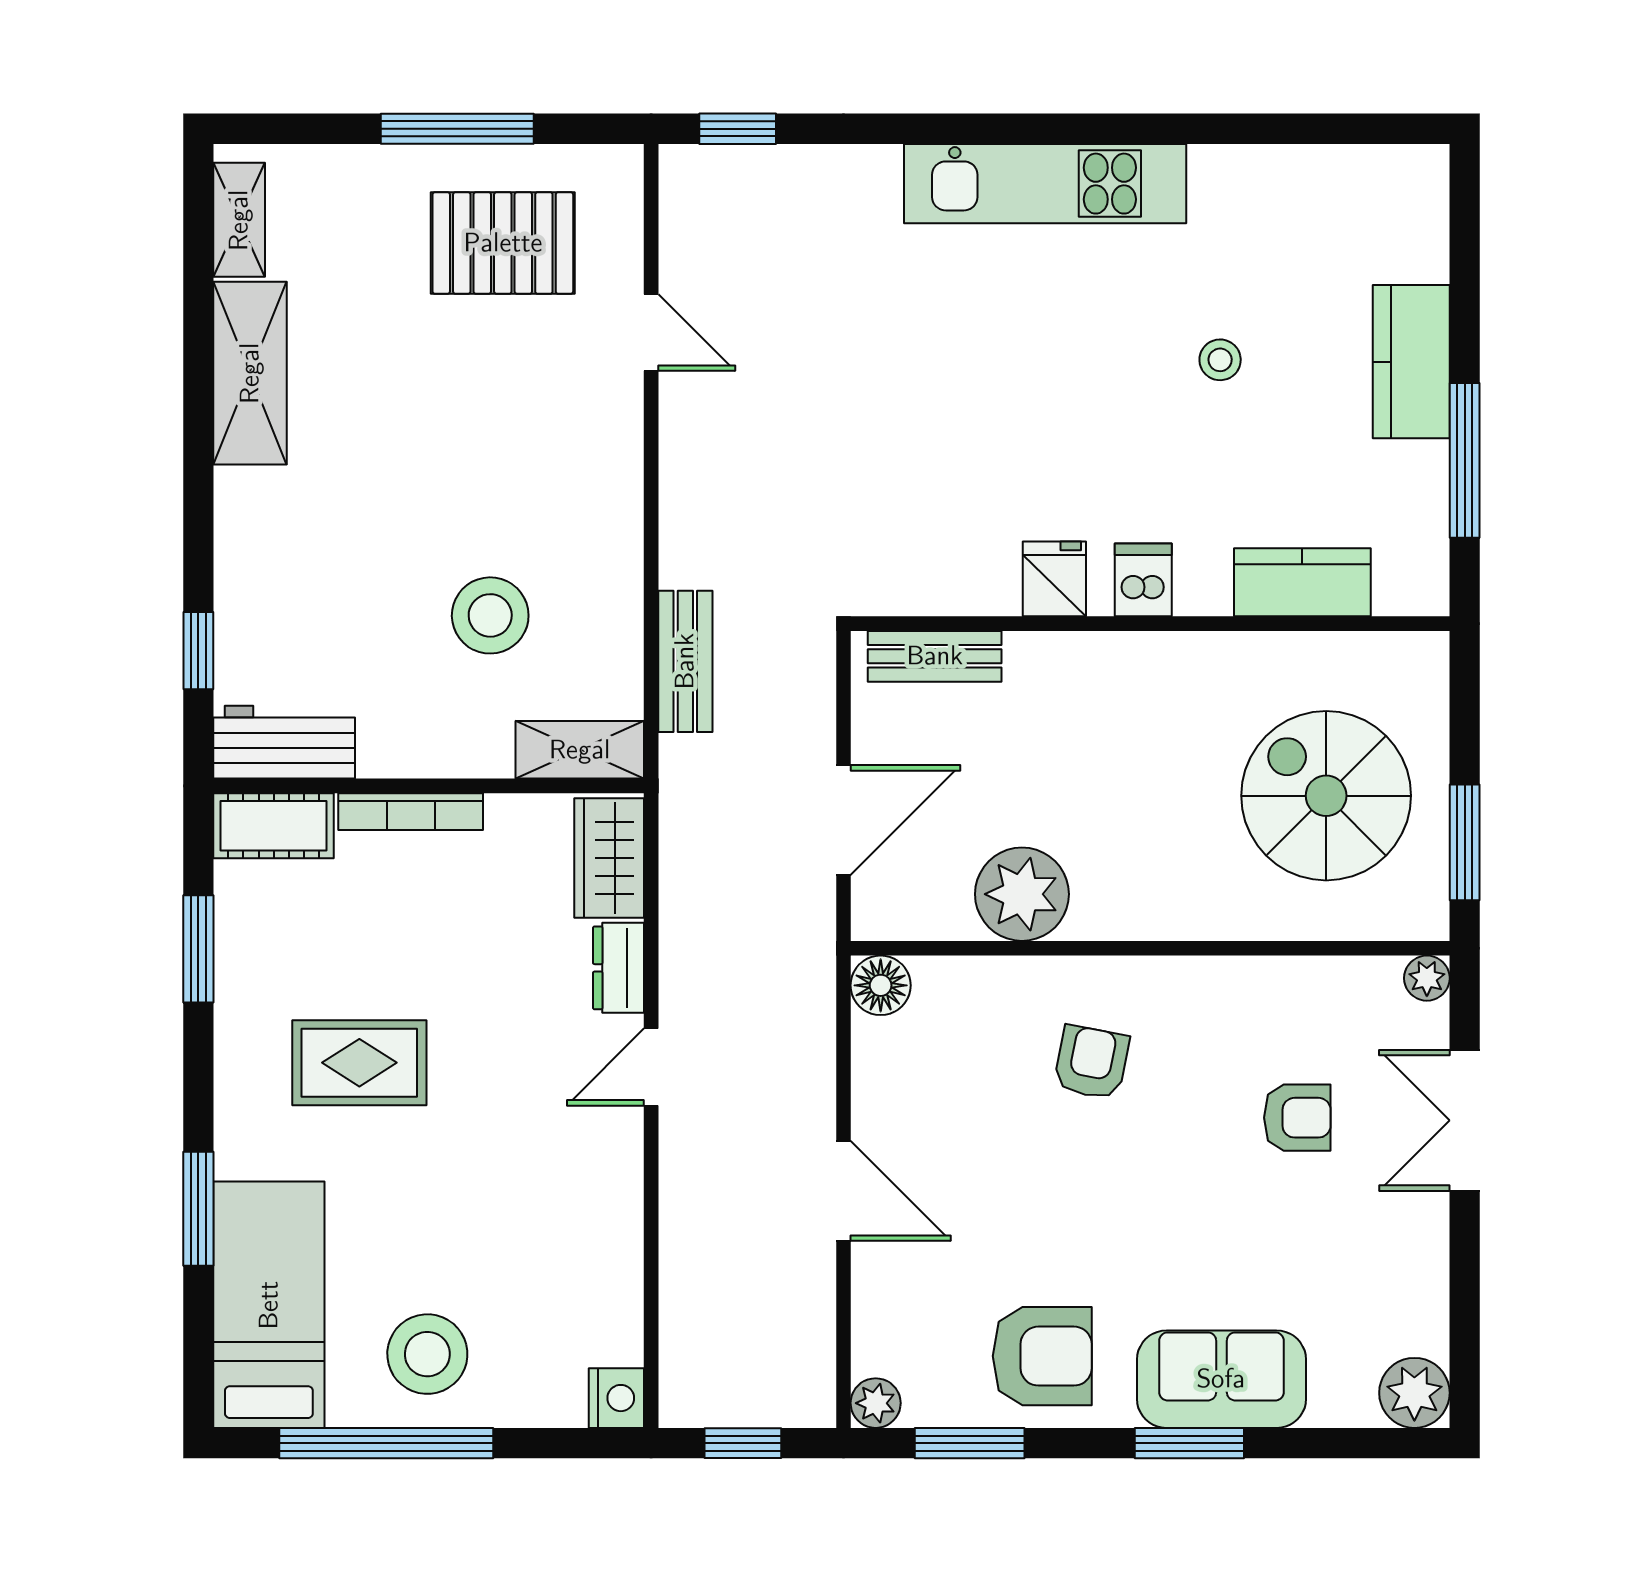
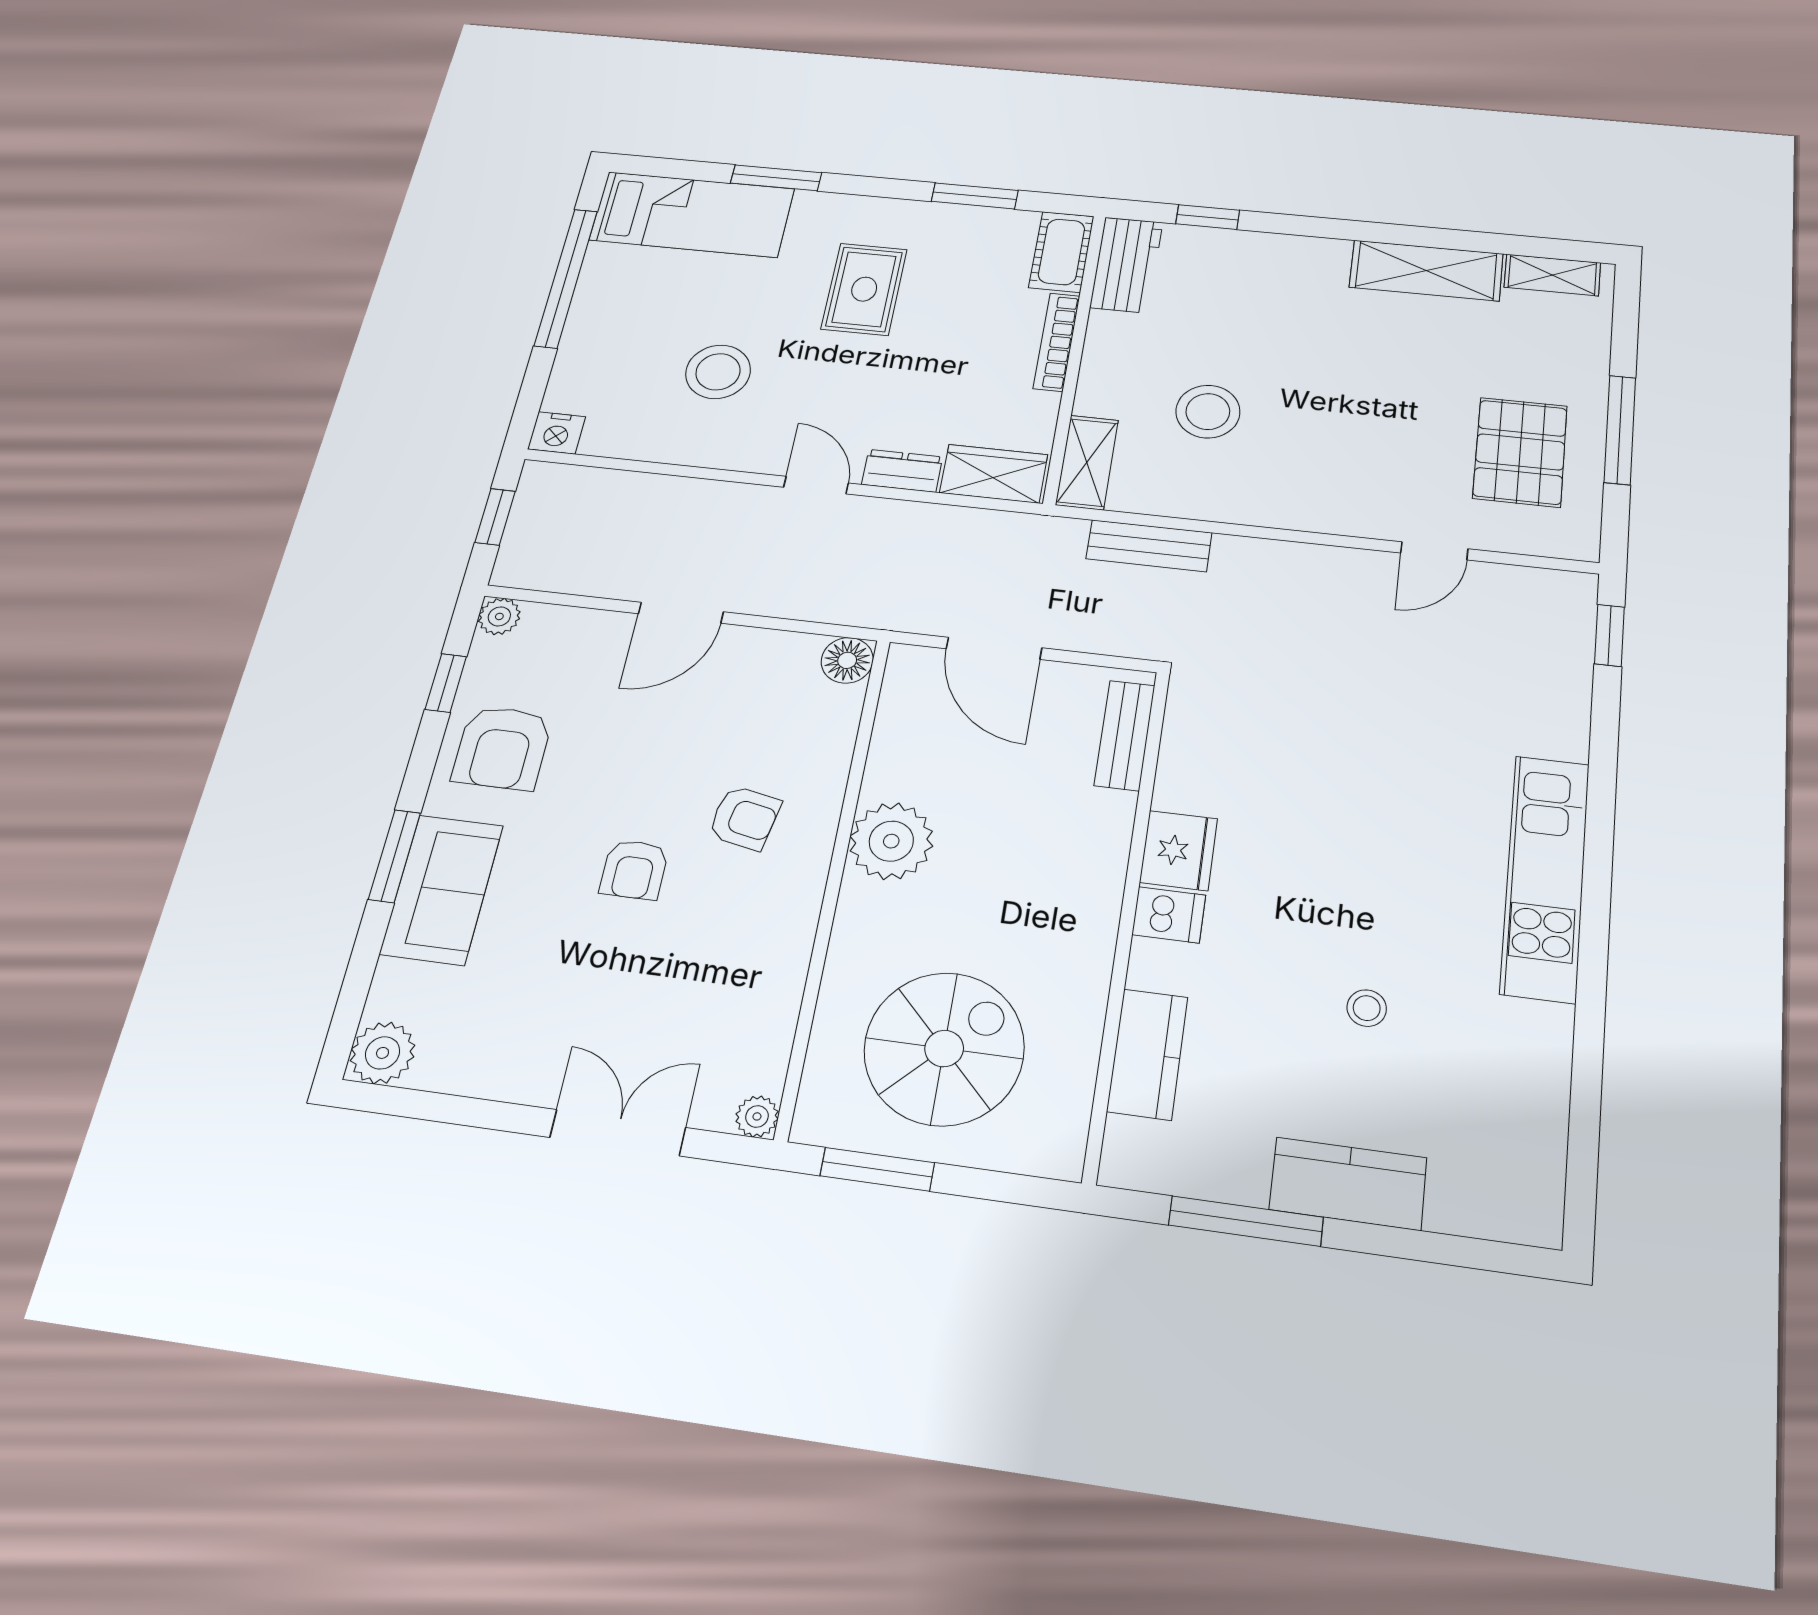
fridge: (1054, 579) -> (1179, 850), width x1.38
plant: (1022, 894) -> (891, 841), moved
armchair: (1297, 1118) -> (634, 870), moved
stool: (427, 1354) -> (718, 372), moved
window: (970, 1443) -> (446, 683), width x0.67

